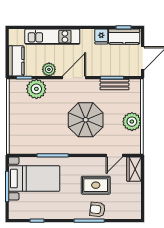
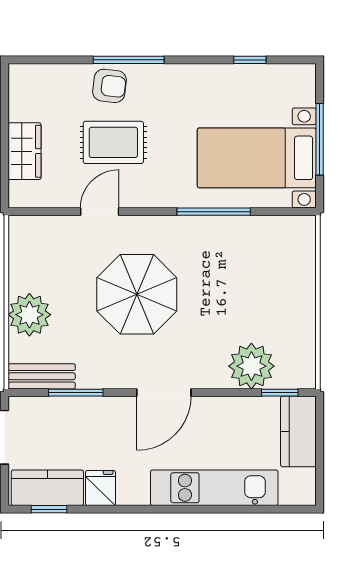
plant: (49, 69) -> (222, 411), removed
bench: (114, 85) -> (42, 376), moved
plant: (132, 122) -> (29, 315), moved
door: (114, 155) -> (100, 212), moved
wardrobe: (134, 169) -> (24, 151), moved

